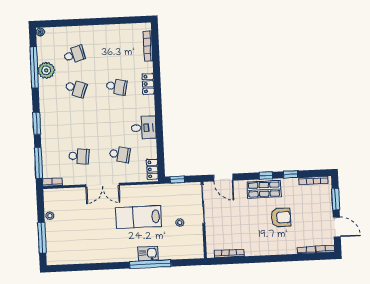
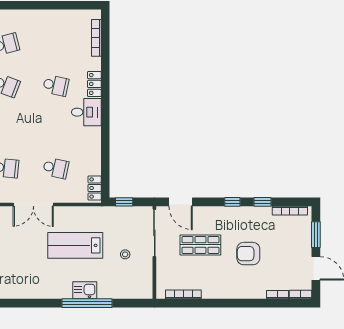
desk: (144, 128) -> (86, 112), moved
shop shelf: (264, 189) -> (200, 245), moved
armchair: (281, 217) -> (248, 254), turned 180

